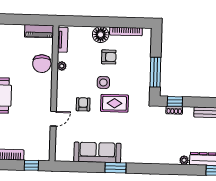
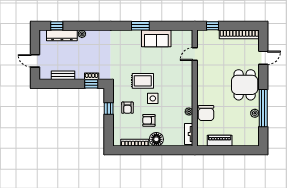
piano: (39, 31) -> (220, 141), moved
chair: (42, 64) -> (206, 113), turned 180
window: (155, 72) -> (109, 109), width x0.46
armchair: (83, 104) -> (127, 108), moved
door: (53, 119) -> (195, 54), moved
sofa: (97, 152) -> (156, 38), width x0.73

